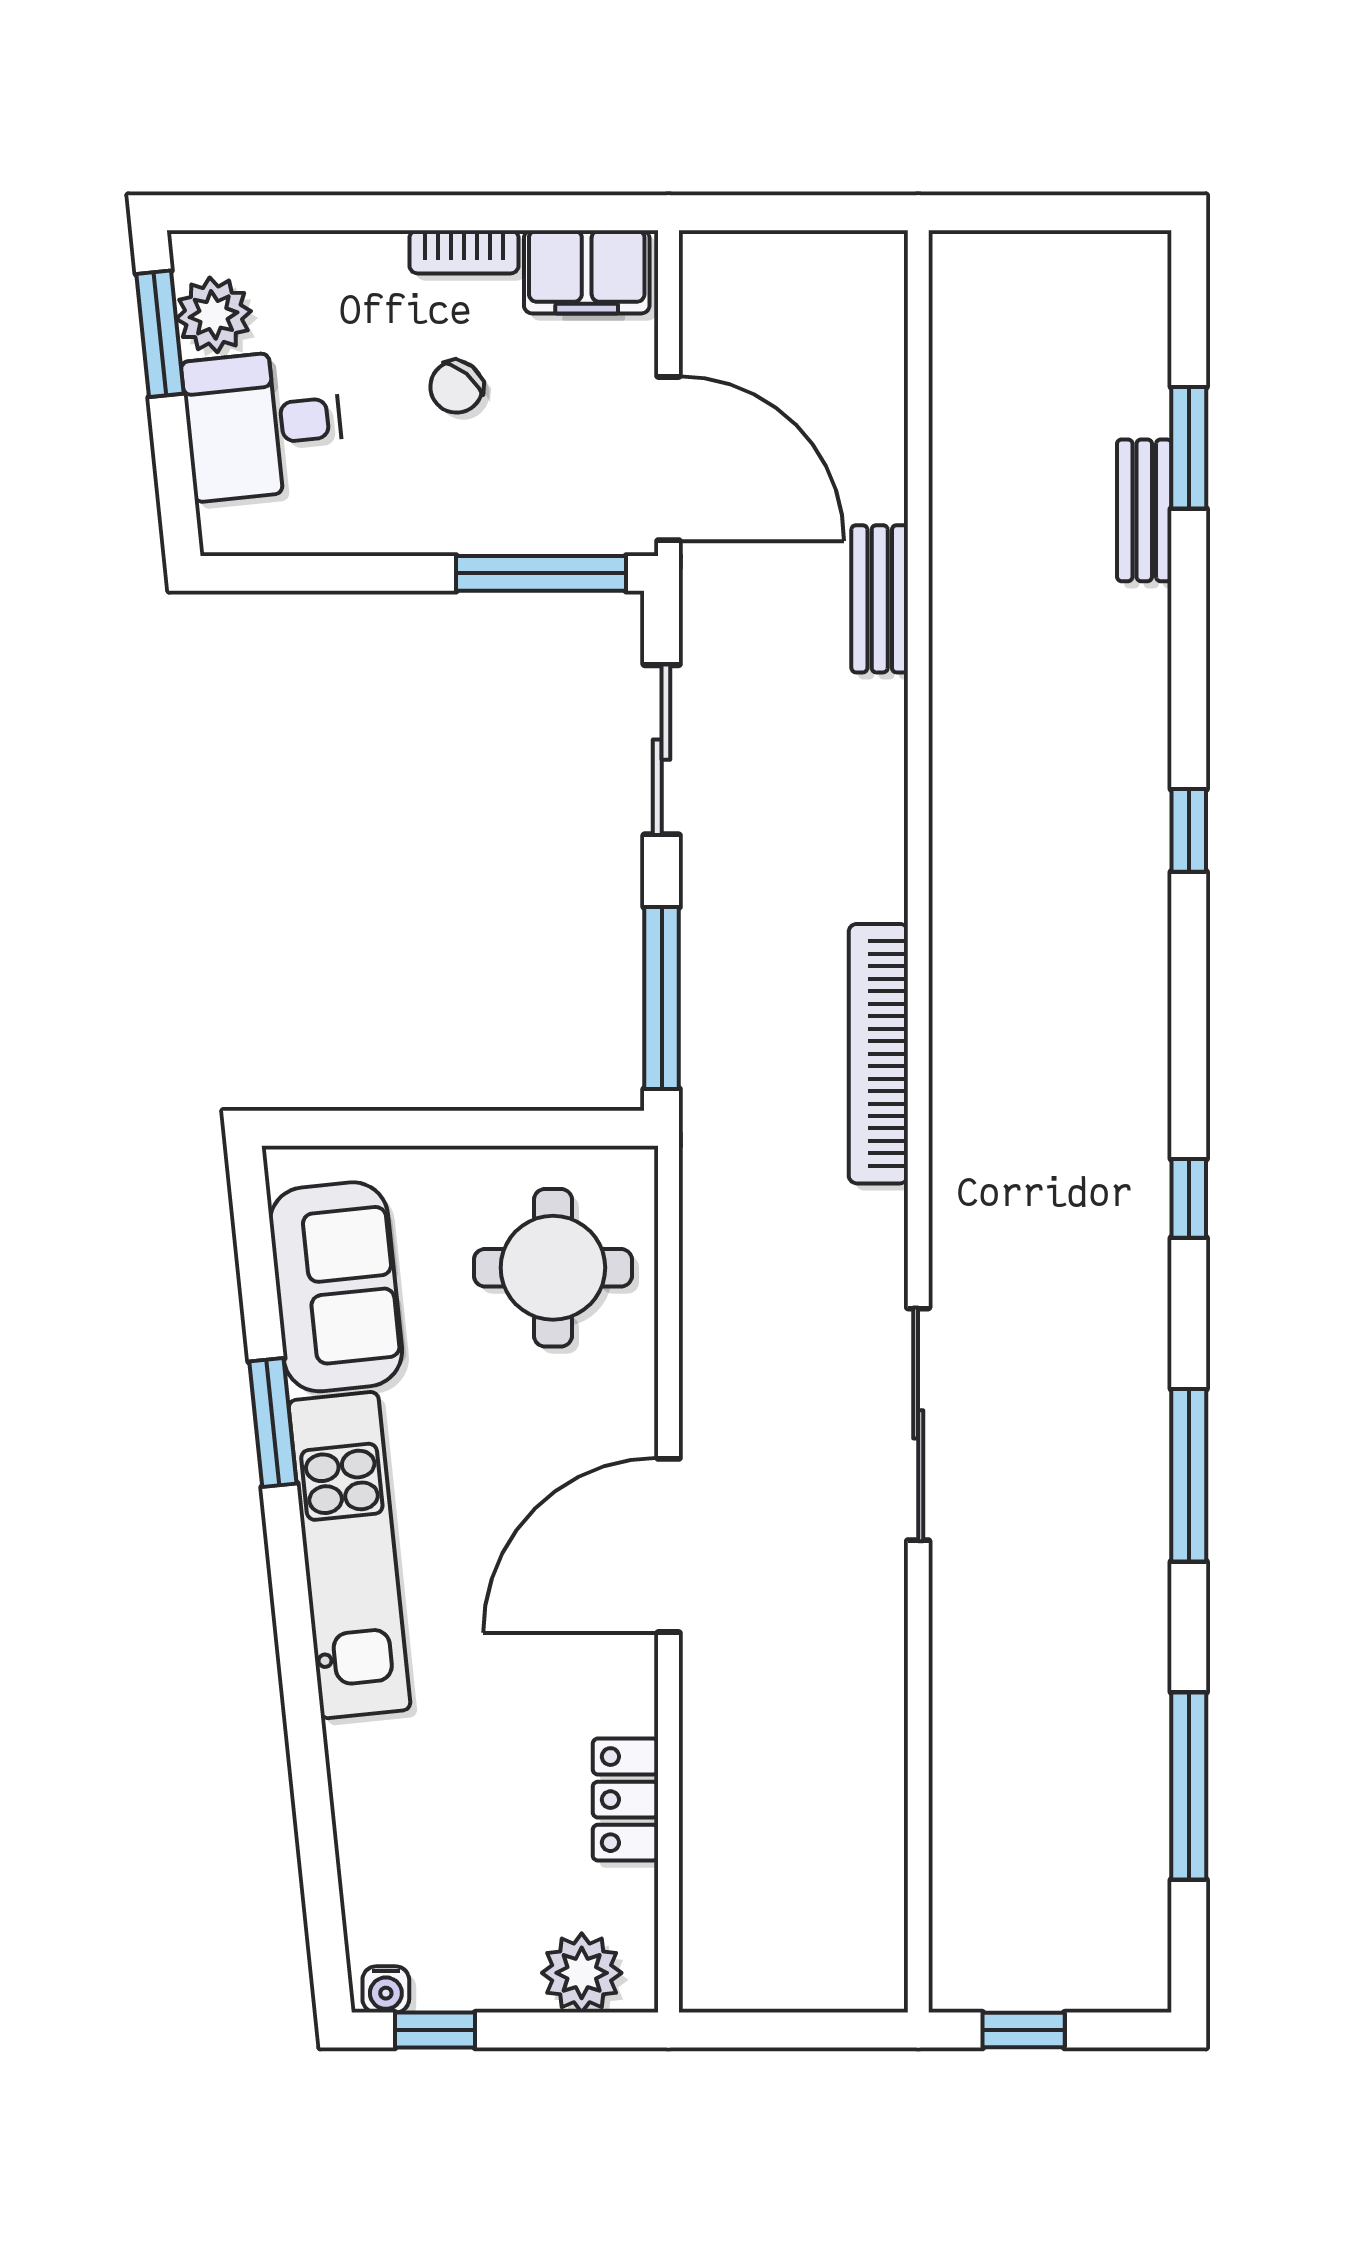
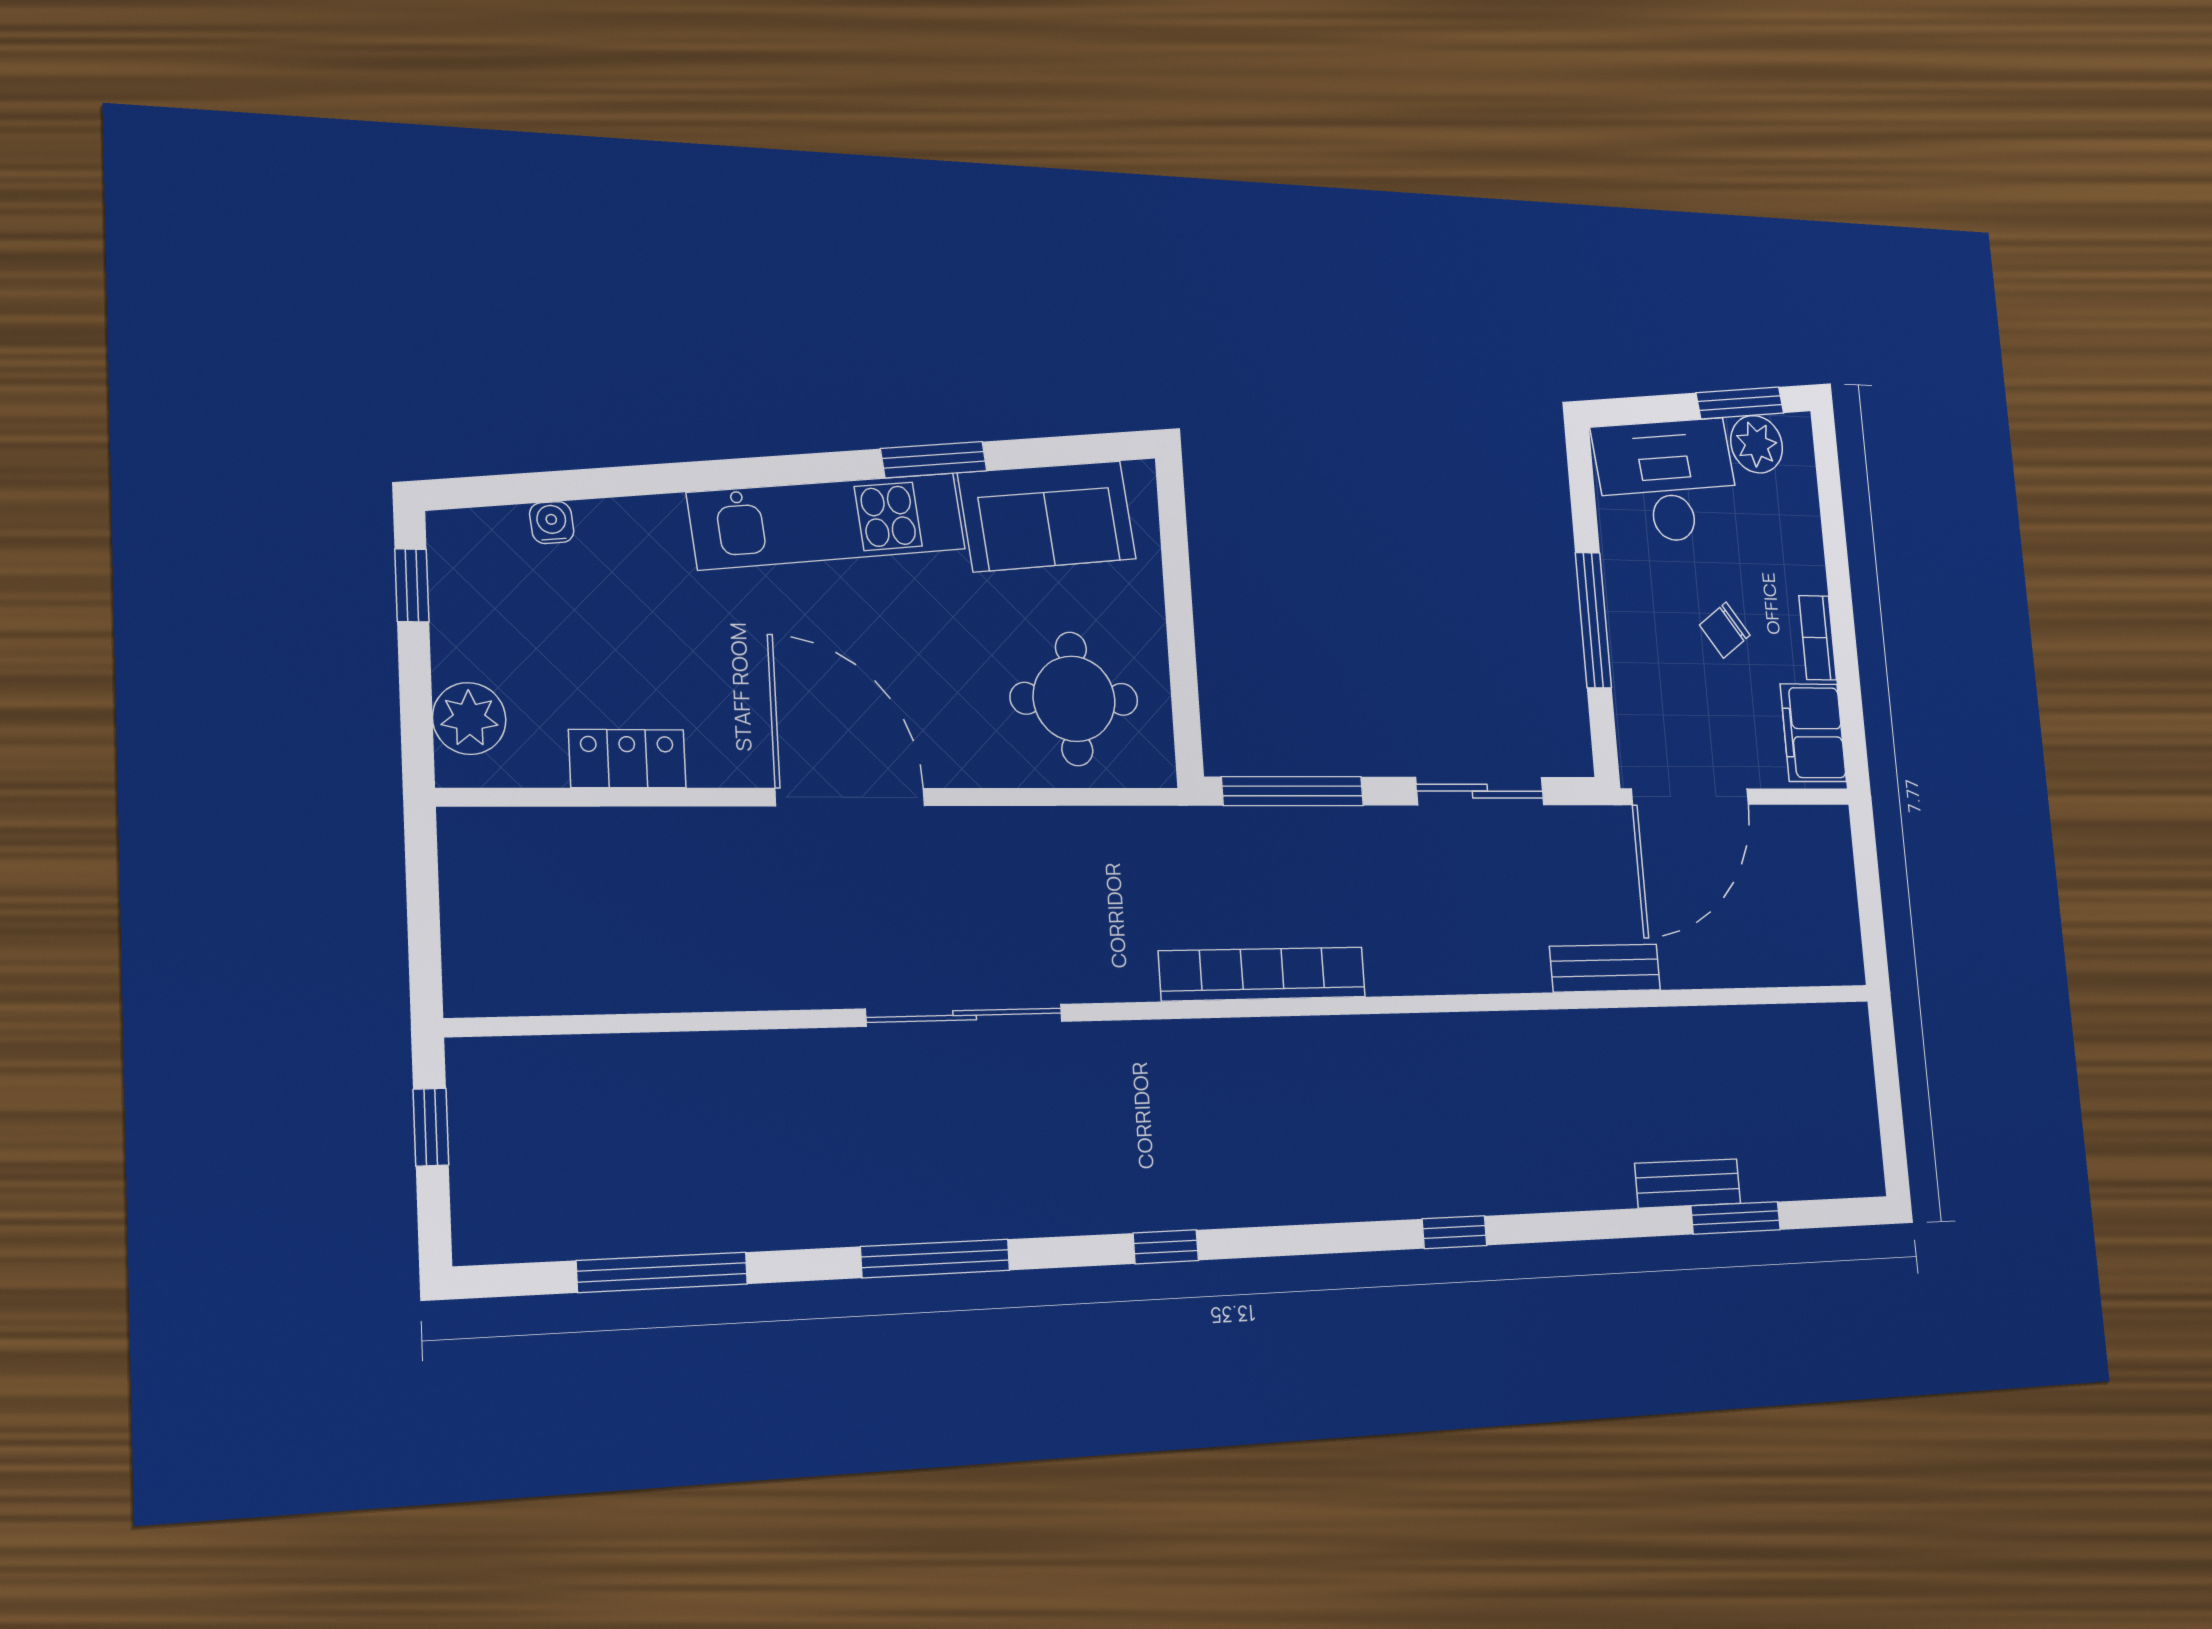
chair: (456, 387) -> (1725, 630), turned -75
desk: (264, 424) -> (1667, 481), width x1.37
window: (541, 573) -> (1593, 620), moved
water cooler: (386, 1989) -> (552, 523), moved, turned 84

